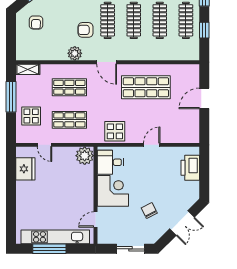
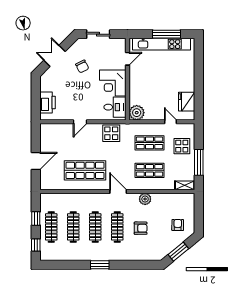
armchair: (85, 30) -> (141, 228), moved

